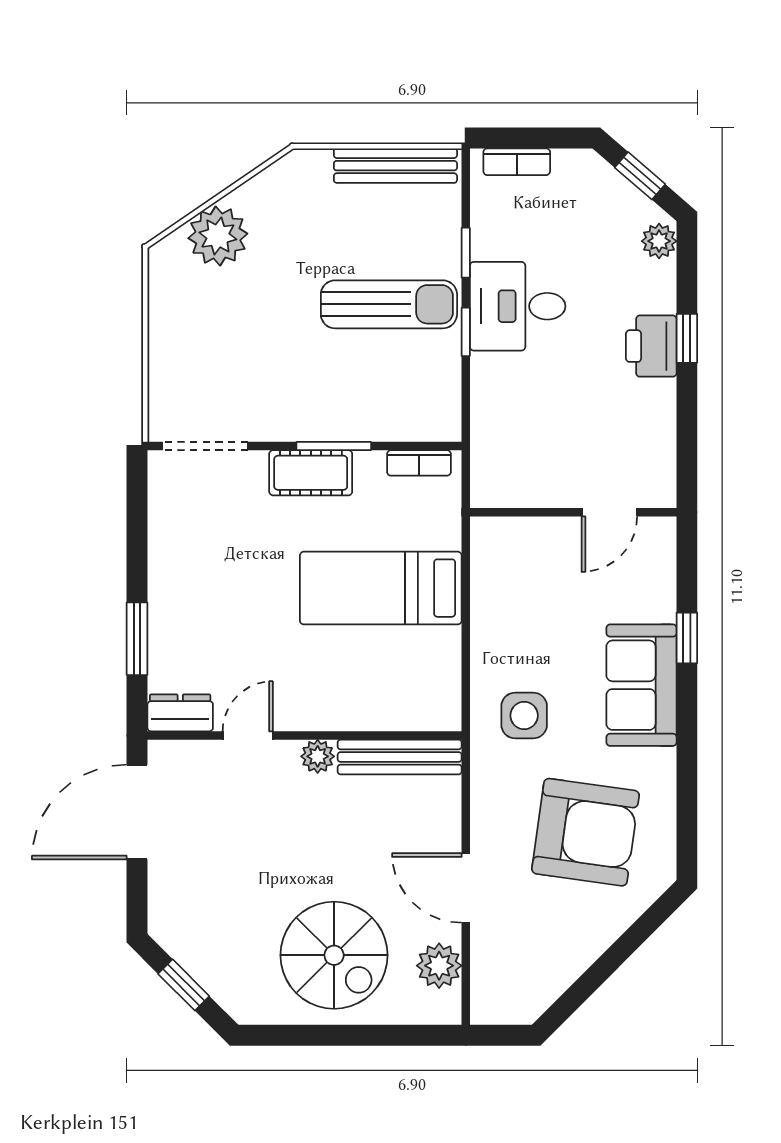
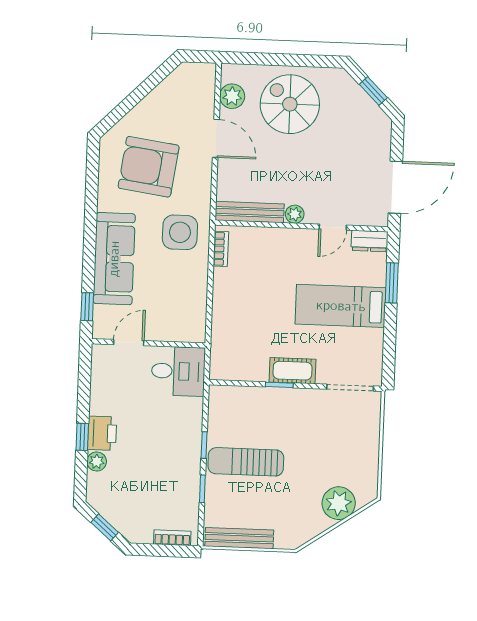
plant: (659, 241) -> (97, 461), moved
desk: (518, 306) -> (178, 371), moved
window: (334, 446) -> (279, 385), width x0.67
bookcase: (419, 463) -> (221, 249), moved, turned 90
bed: (381, 588) -> (341, 306), moved, turned 180
window: (687, 638) -> (87, 307), moved
sofa: (641, 685) -> (114, 259), width x1.36
side table: (524, 716) -> (180, 232), width x1.37, depth x1.37

